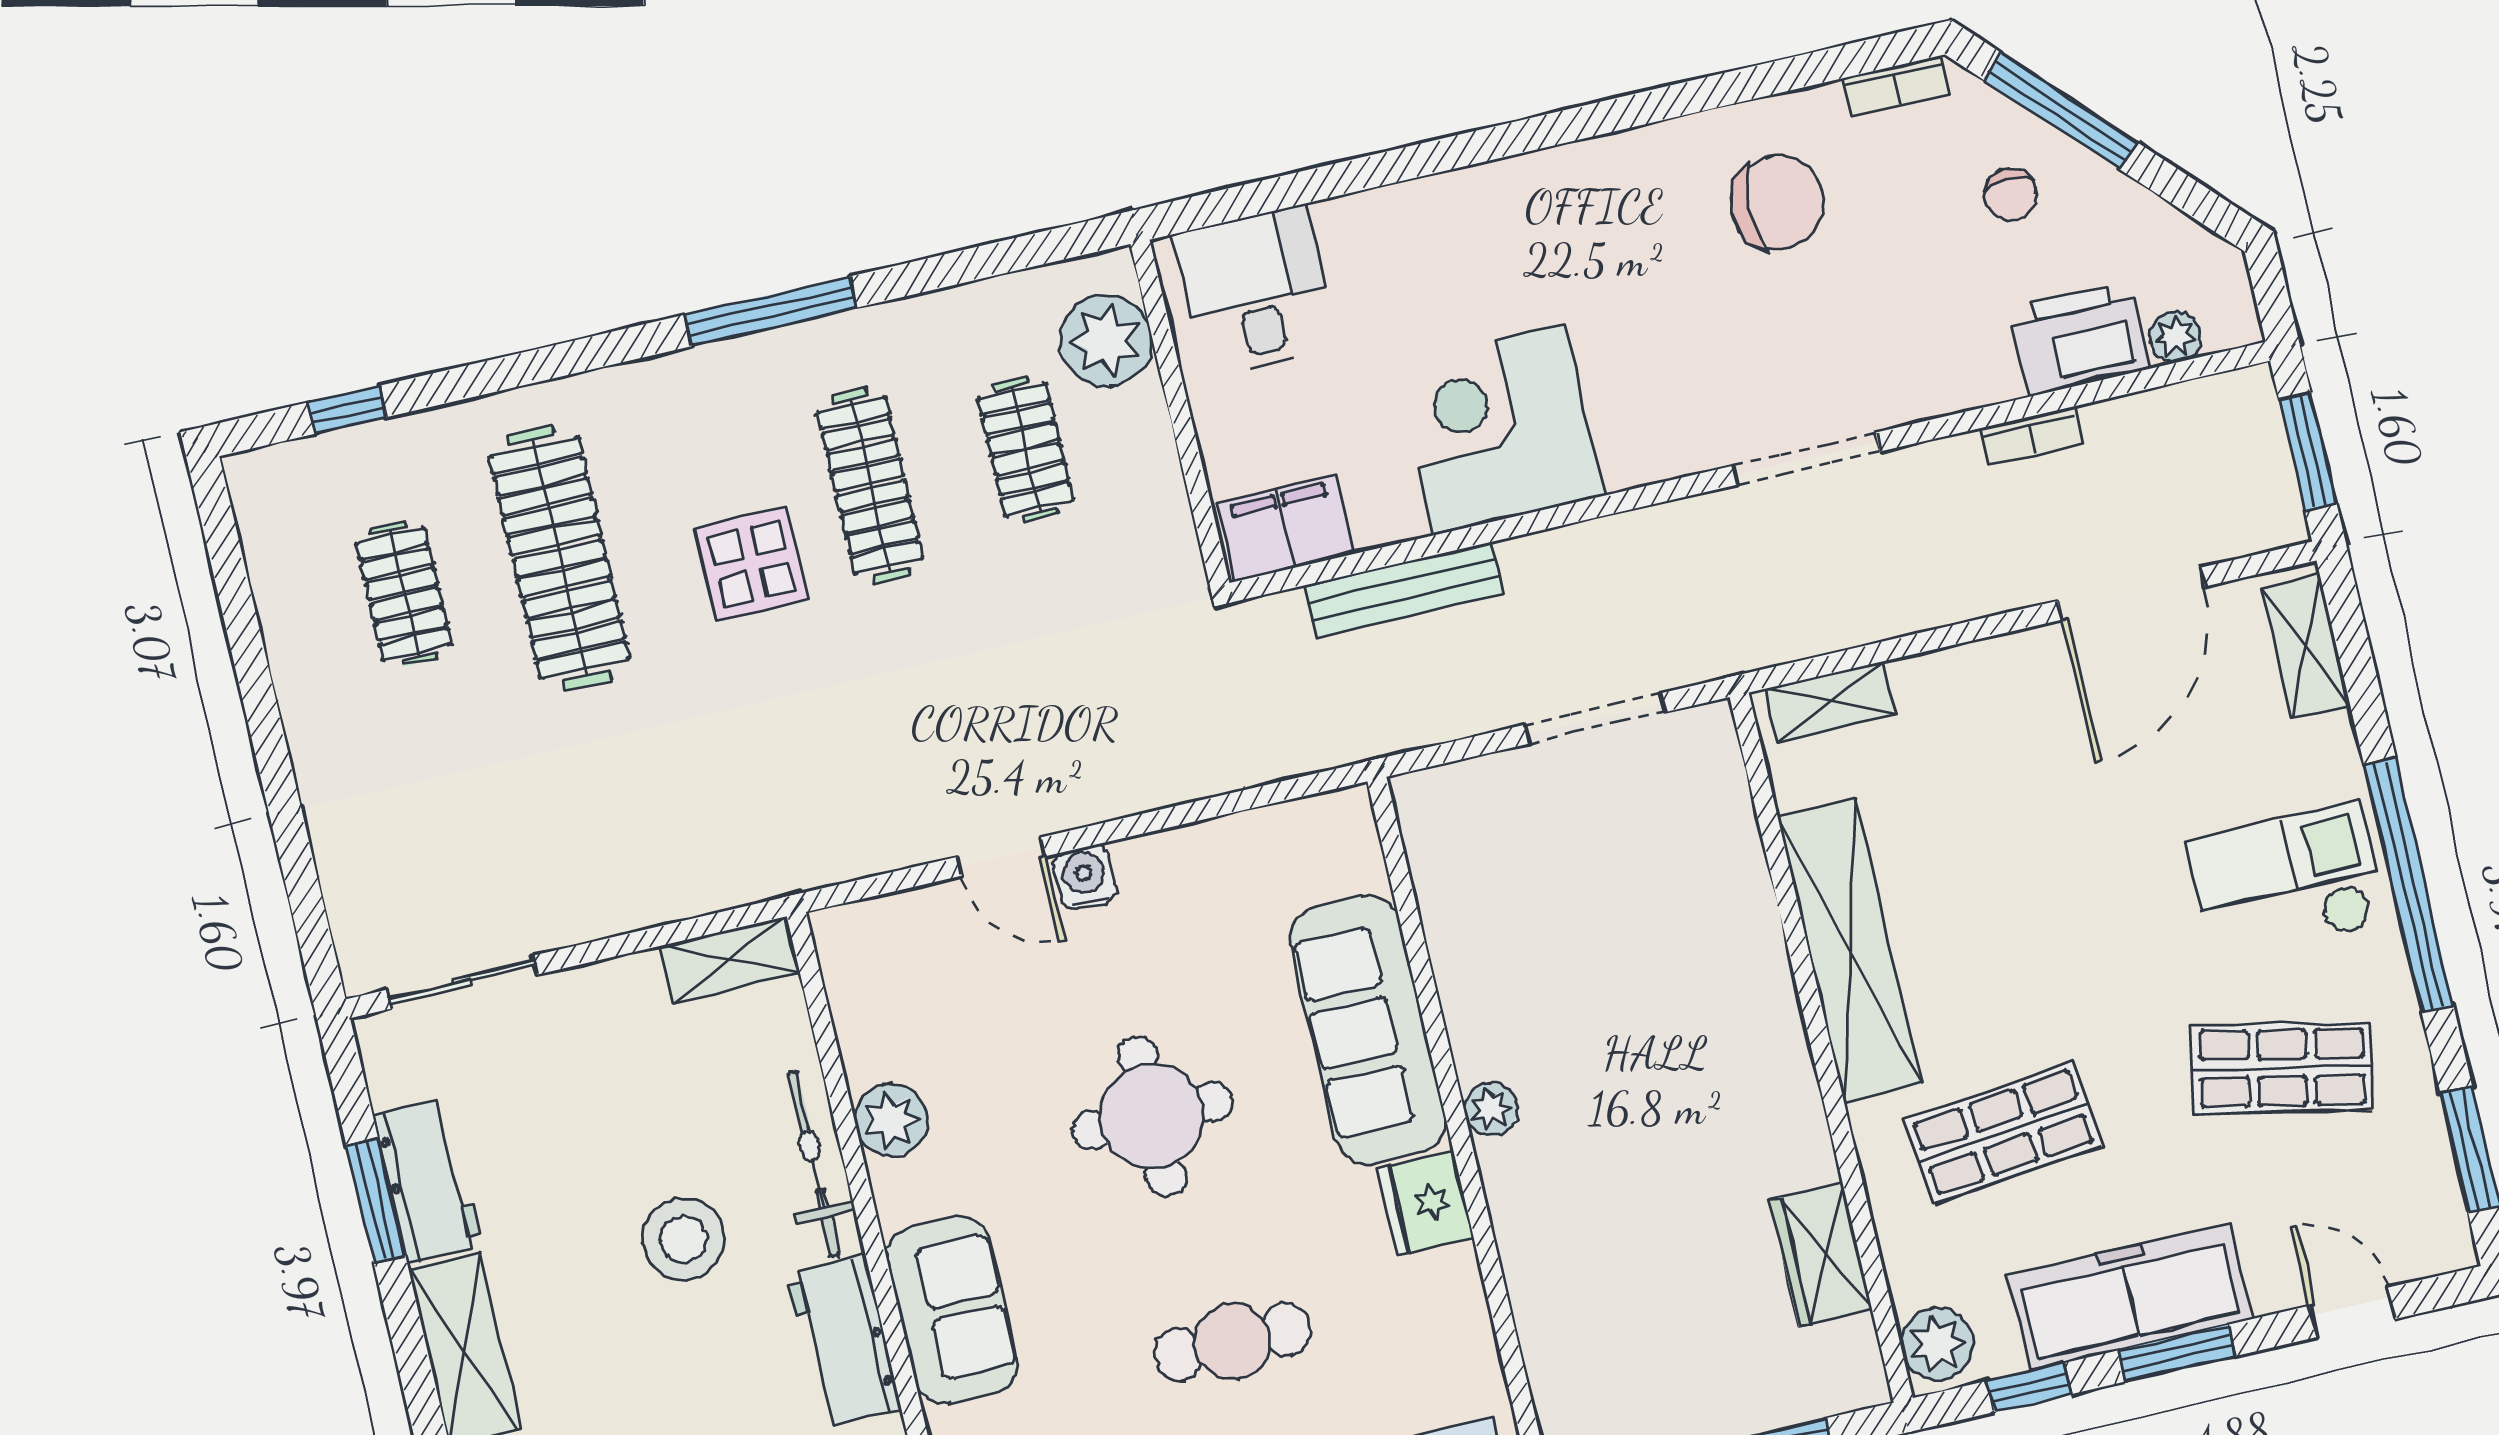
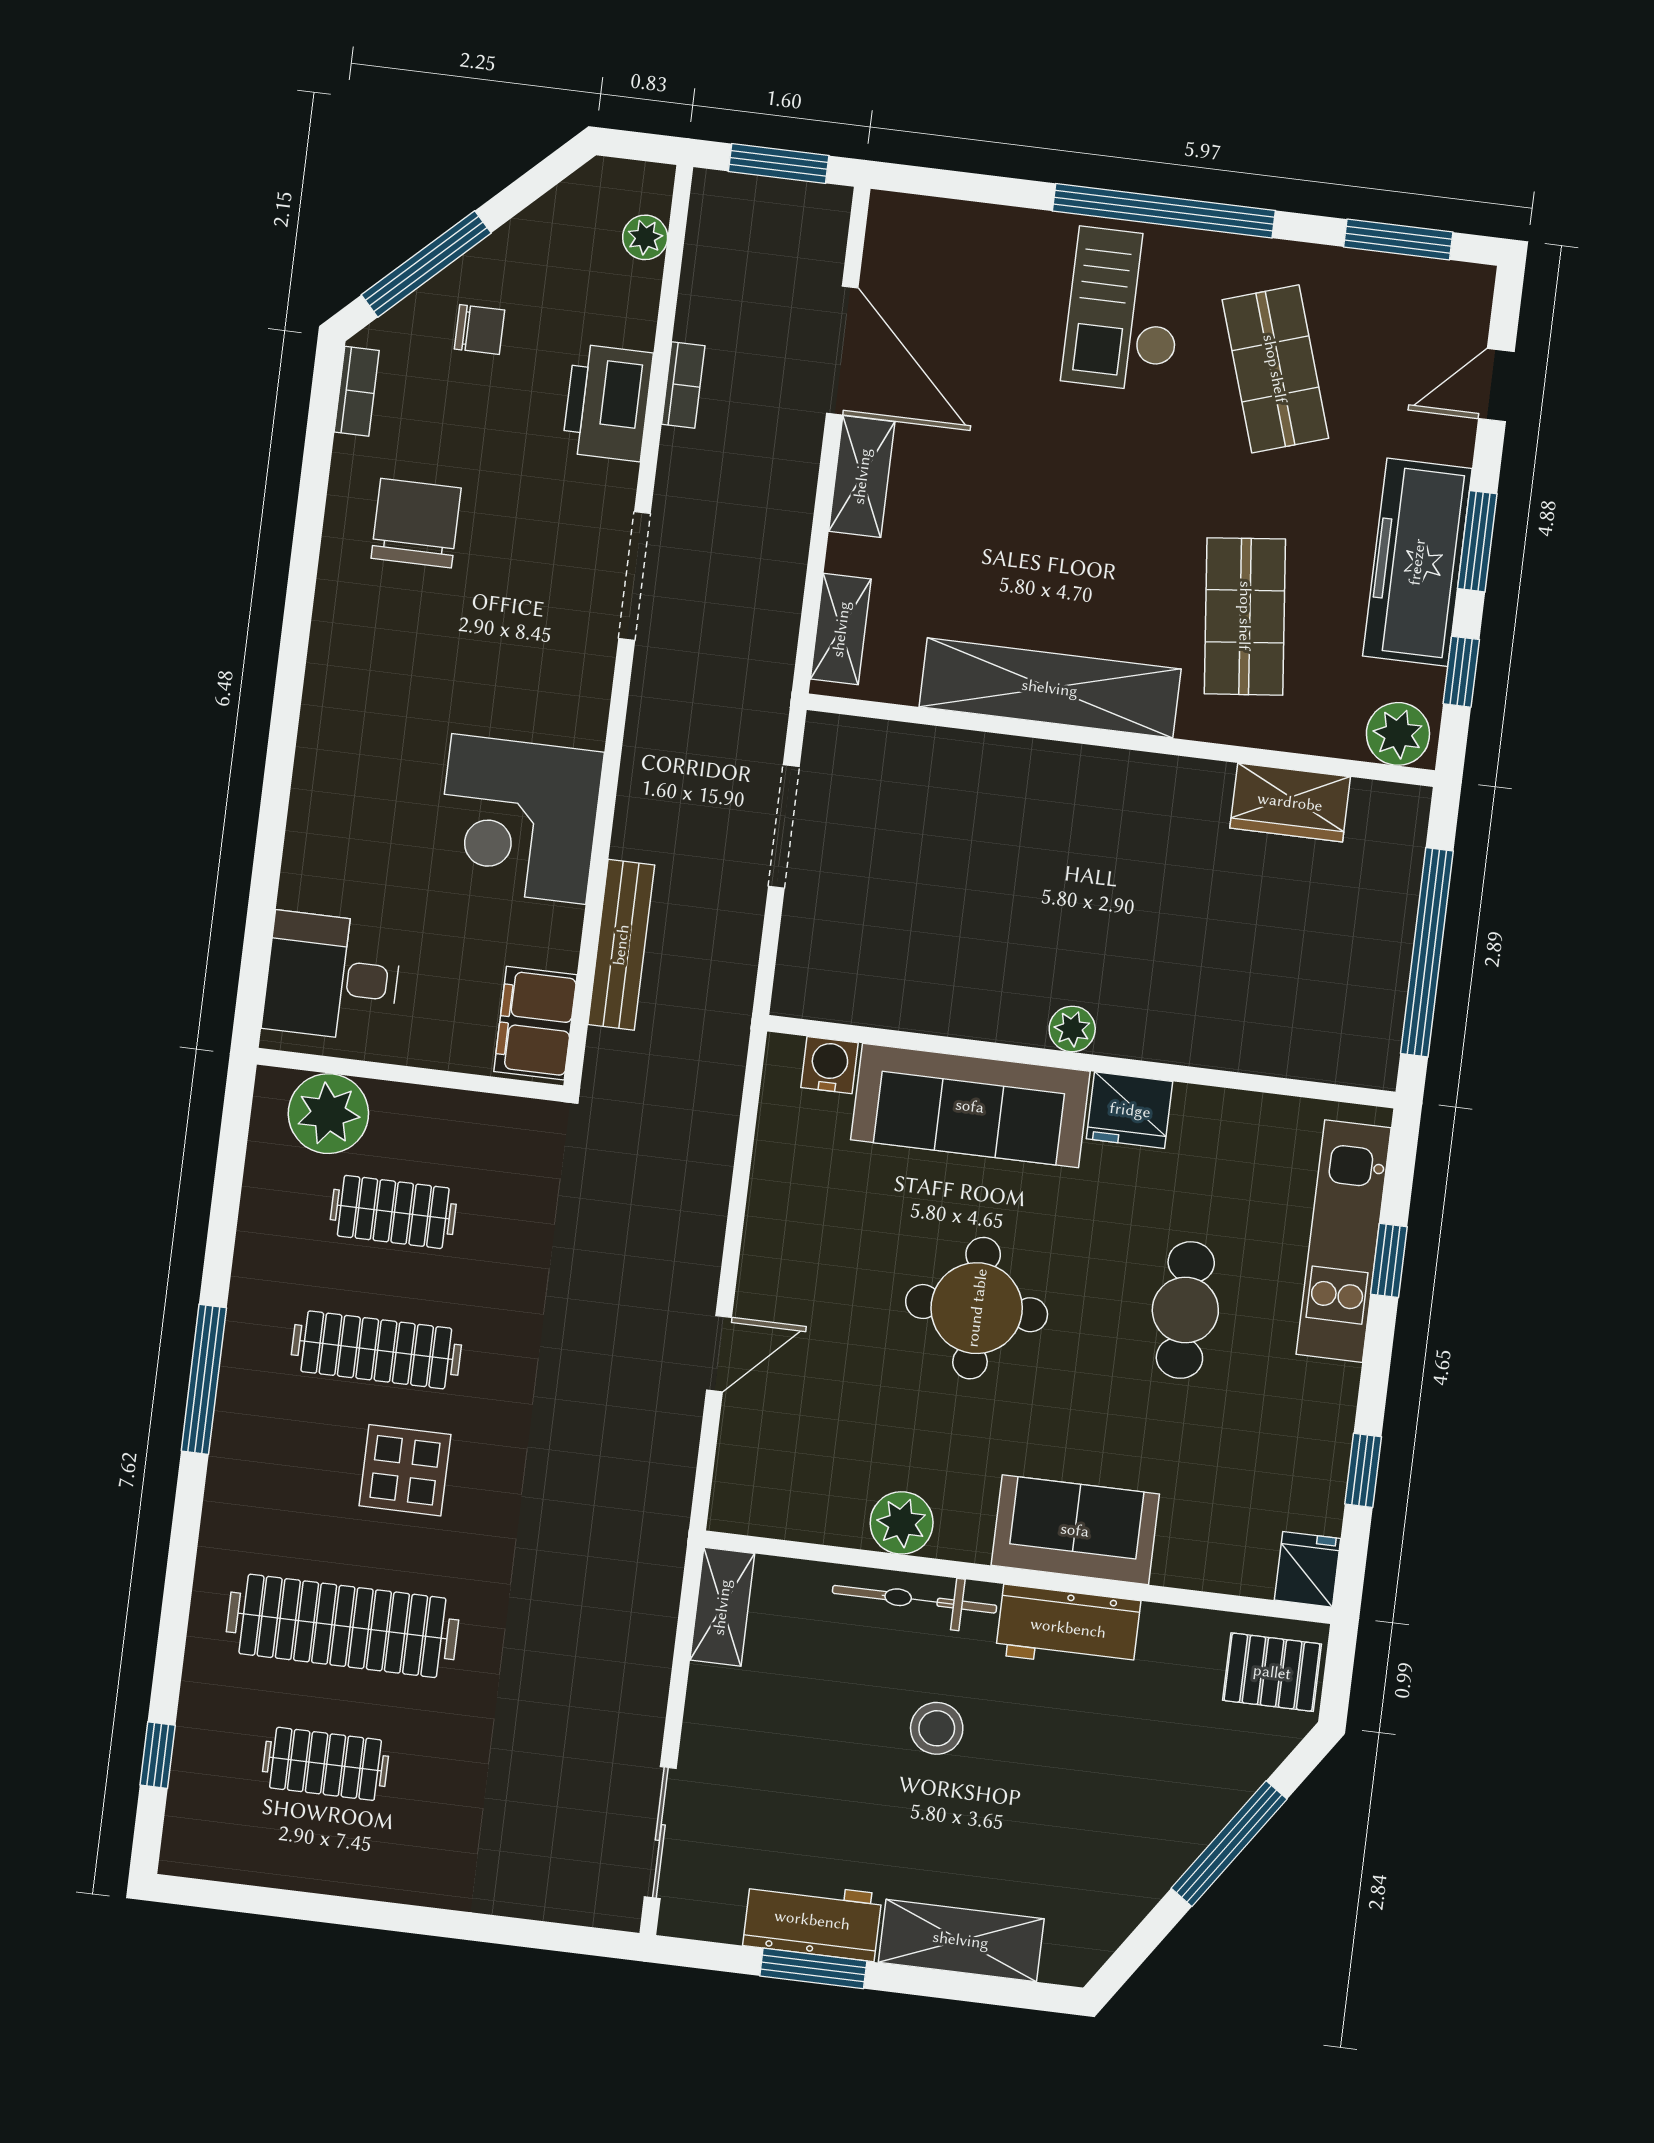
printer: (2079, 339) -> (608, 403), moved
shelving: (2306, 647) -> (862, 476), moved, turned 90
water cooler: (1085, 877) -> (829, 1065), moved, turned 90
shop shelf: (2282, 1068) -> (1275, 369), turned -30
stool: (683, 1239) -> (937, 1728), width x0.73, depth x0.73

